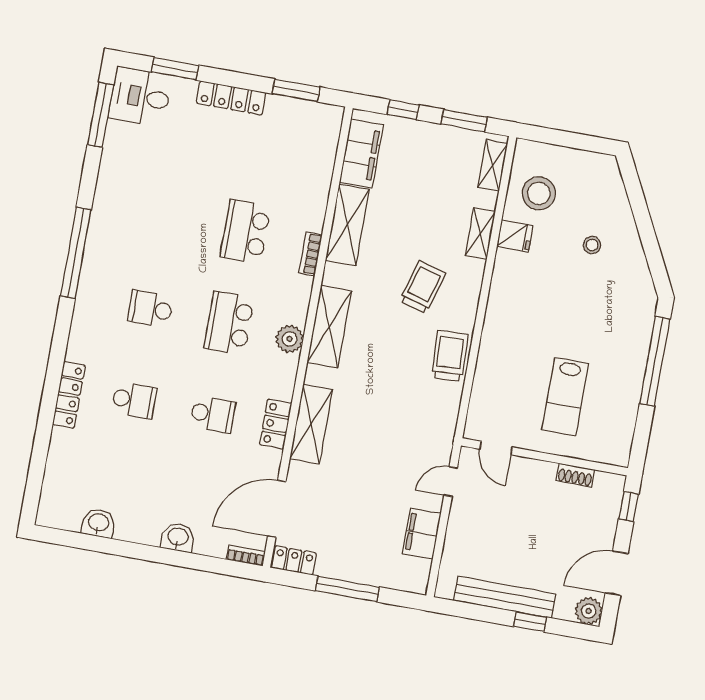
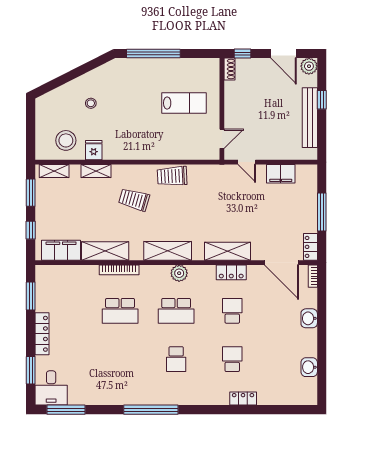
bookcase: (310, 254) -> (119, 270), width x1.56
locker: (69, 395) -> (243, 398), width x0.66
shoe rack: (575, 475) -> (230, 69), moved

